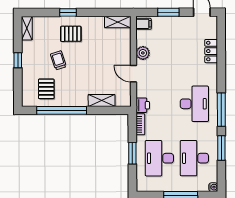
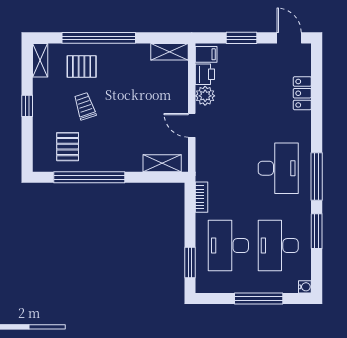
window: (68, 12) -> (99, 38), width x3.17
pallet: (71, 34) -> (82, 66), moved
shelving: (102, 100) -> (162, 163), moved
printer: (143, 105) -> (205, 74), moved
window: (132, 153) -> (190, 262), moved

